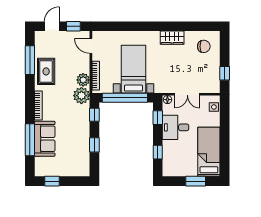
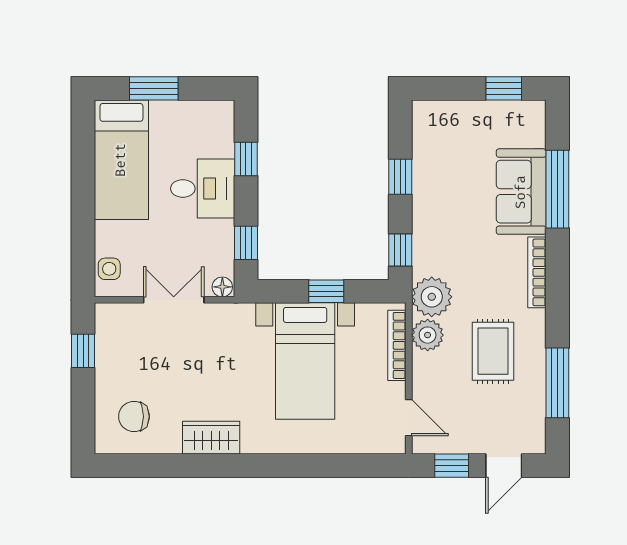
rug: (46, 71) -> (493, 351), moved
window: (125, 98) -> (326, 291), width x0.32
desk: (176, 127) -> (203, 189), moved

